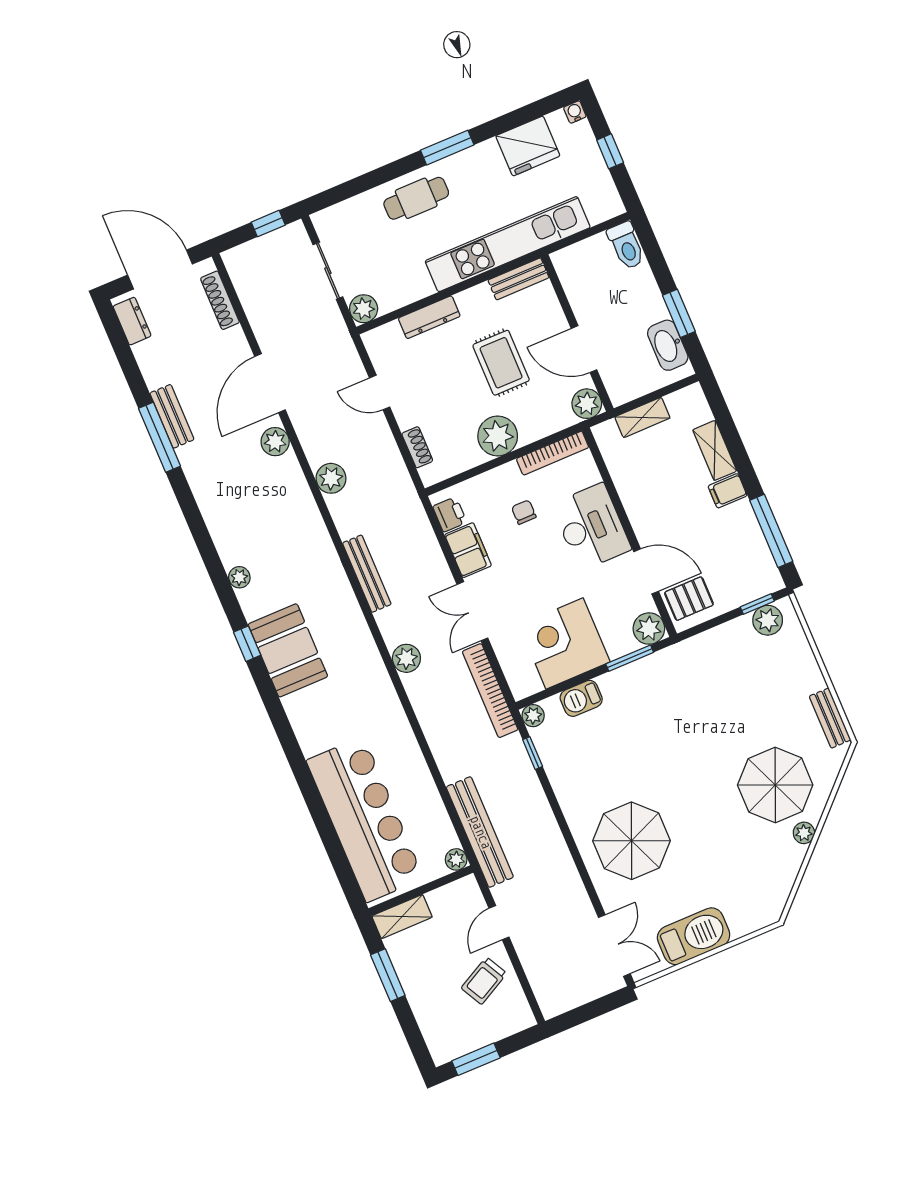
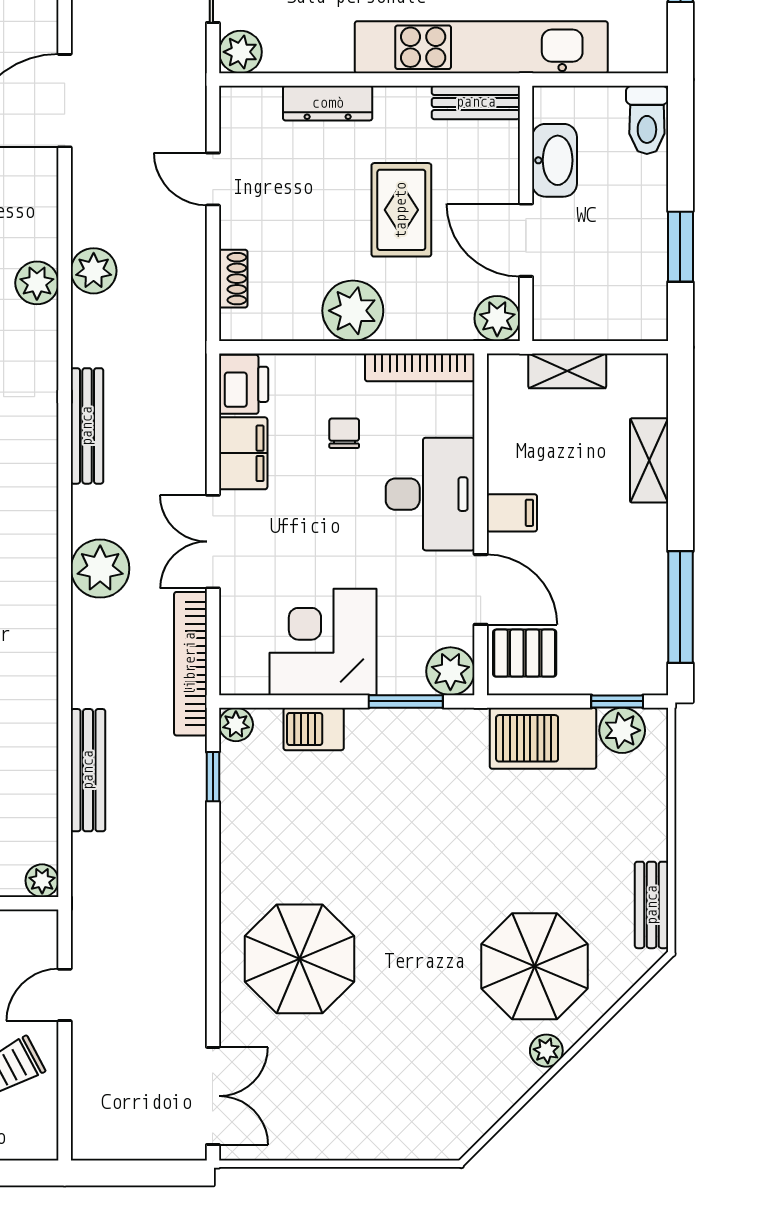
washbasin: (668, 345) -> (555, 160), moved, turned 180
plant: (275, 442) -> (37, 283), moved
filing cabinet: (728, 491) -> (512, 513), moved, turned 180
printer: (450, 514) -> (244, 384), width x1.36, depth x1.24
plant: (406, 658) -> (100, 569), width x1.36, depth x1.36
bench: (480, 832) -> (88, 770), moved, width x0.73, depth x0.82
barbecue: (694, 936) -> (543, 738), moved, turned 180

